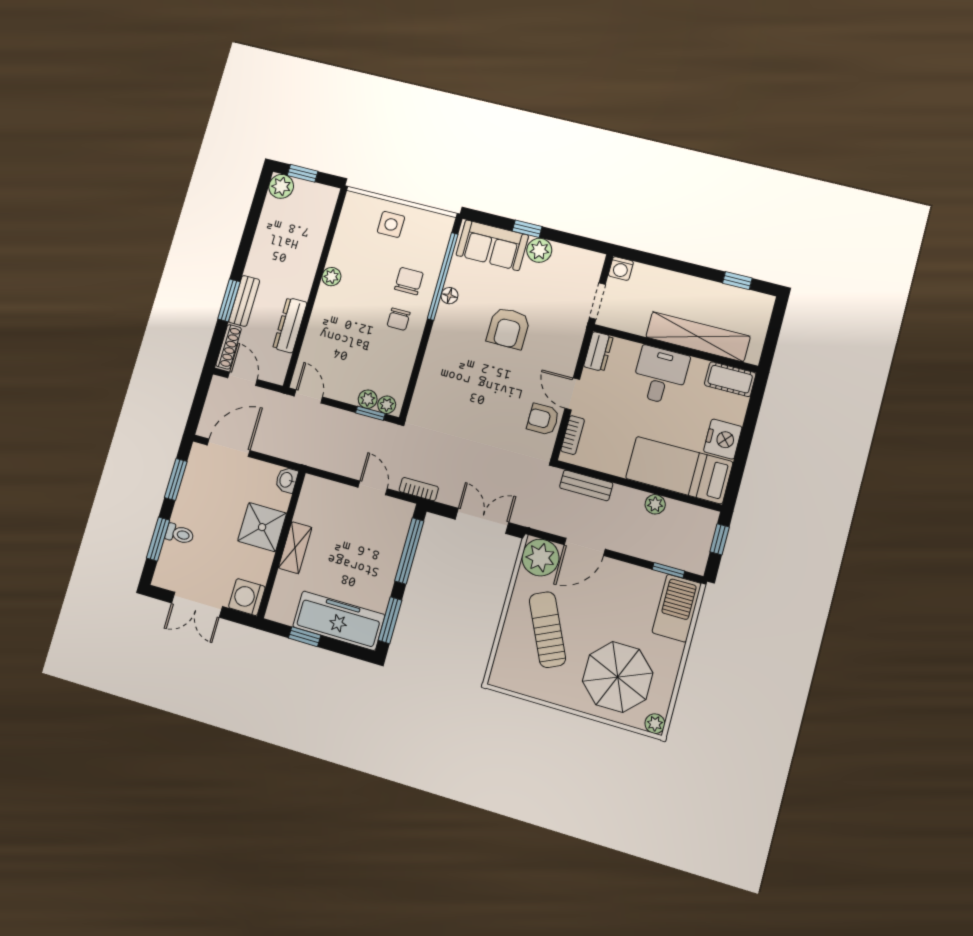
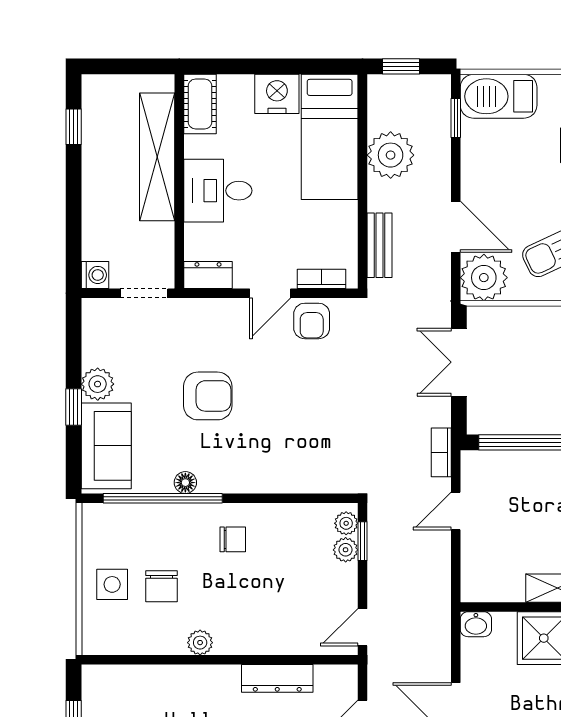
chair: (409, 281) -> (161, 586), moved, turned -90
plant: (655, 504) -> (391, 155), width x1.87, depth x1.87

